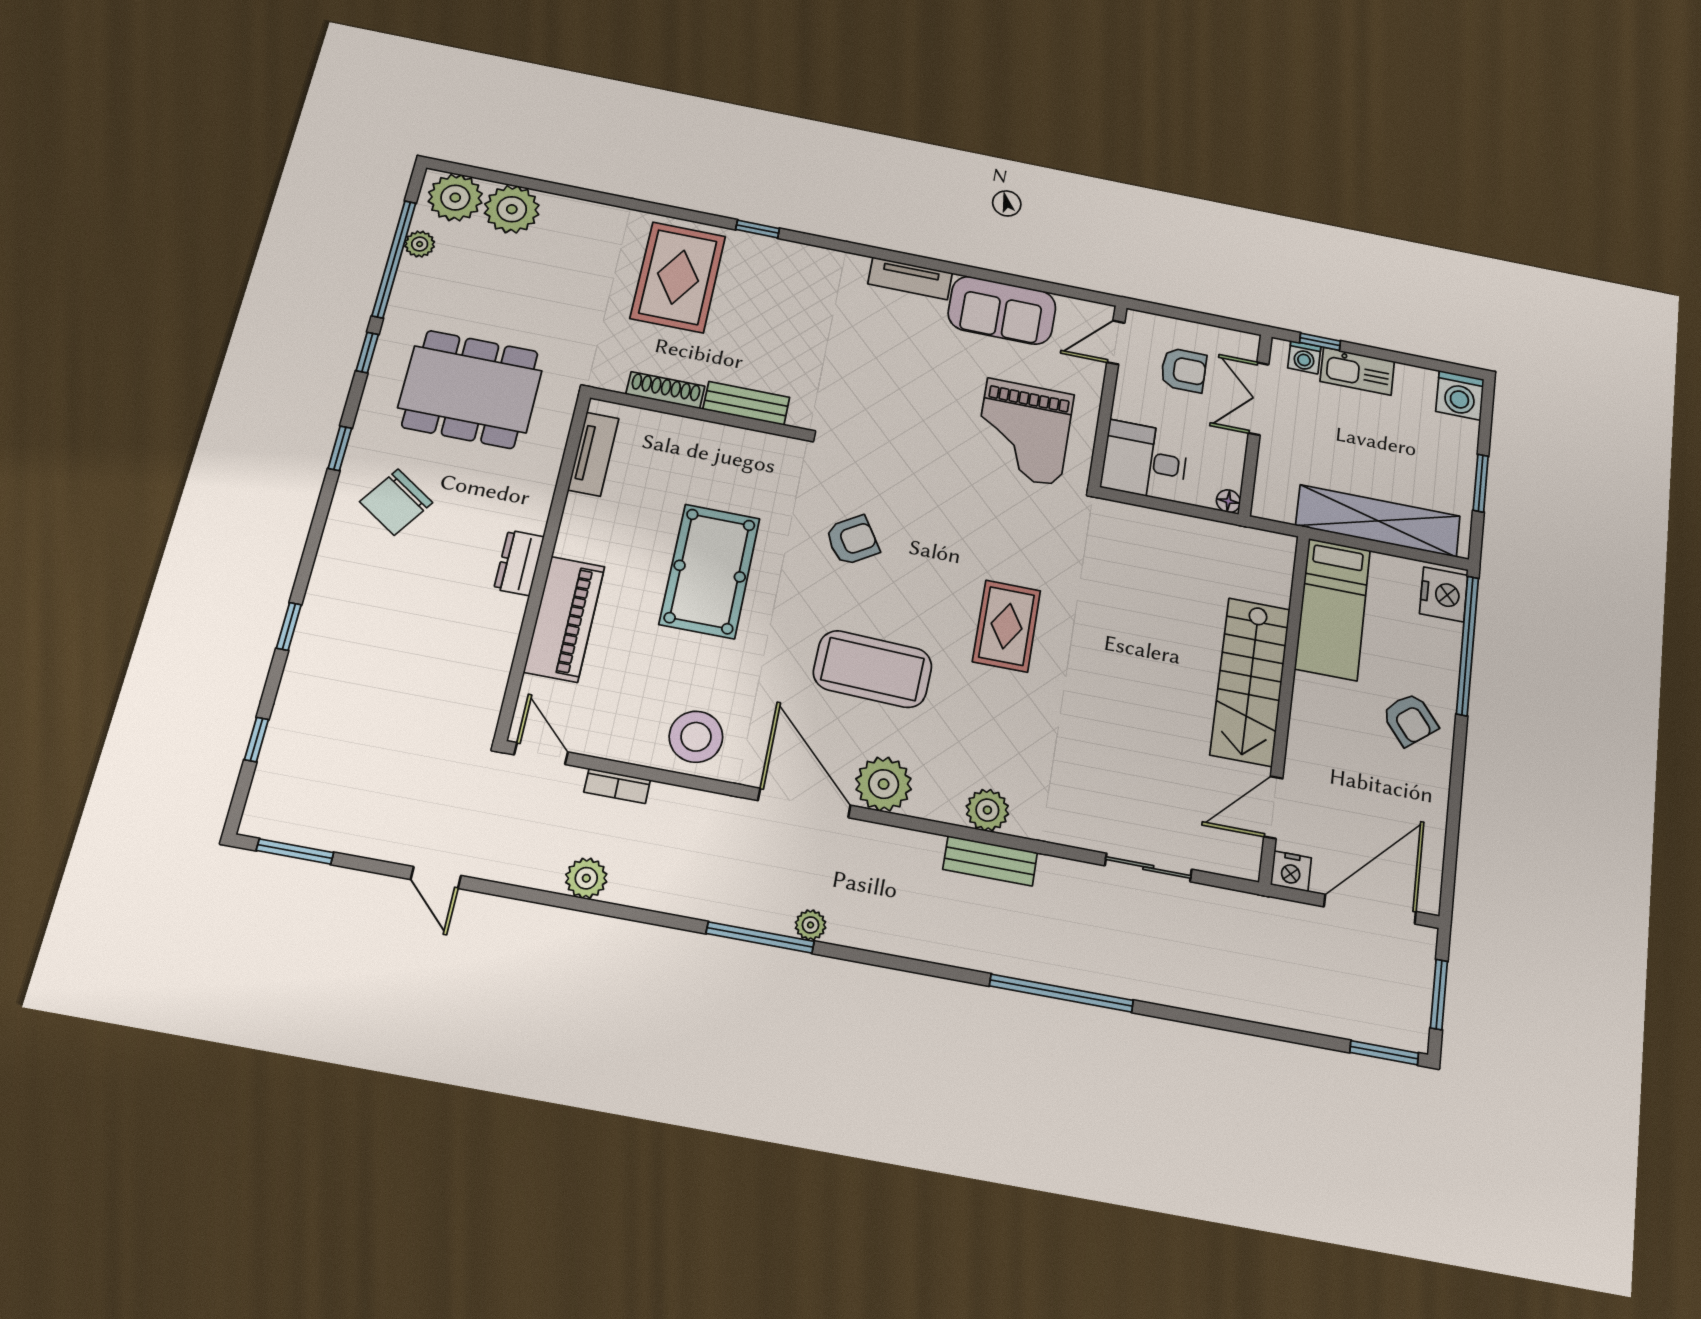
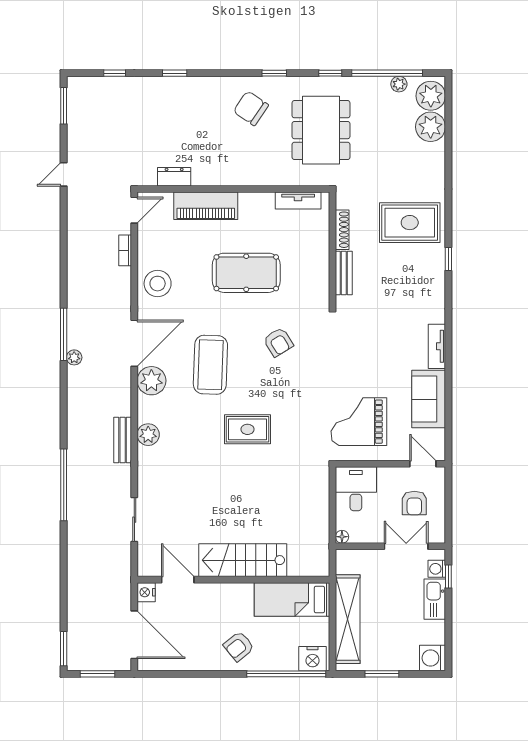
dresser: (519, 563) -> (174, 177), moved
plant: (586, 878) -> (77, 245), removed

